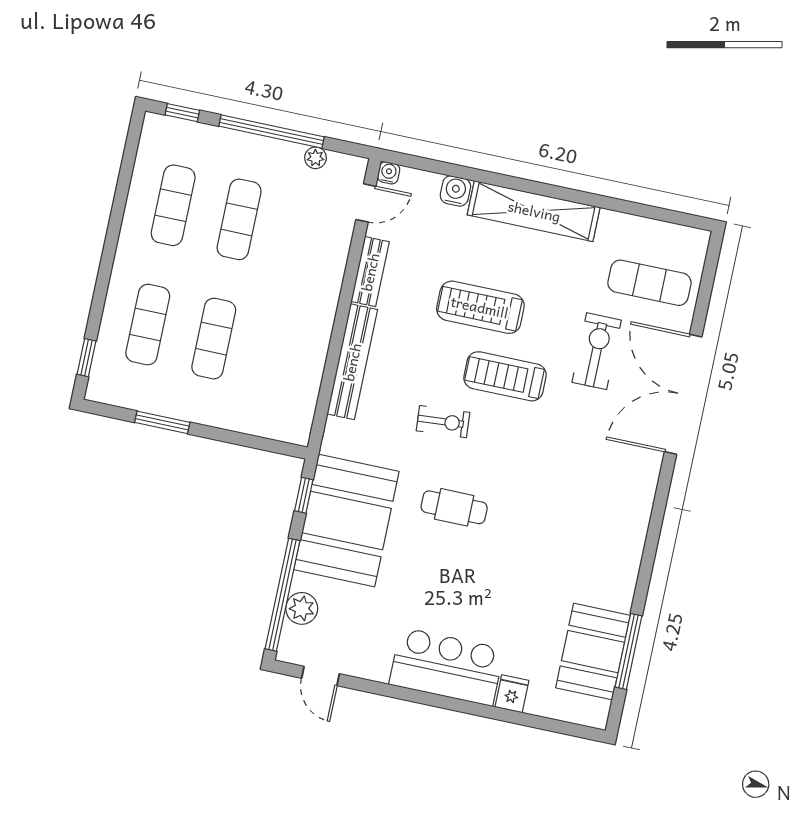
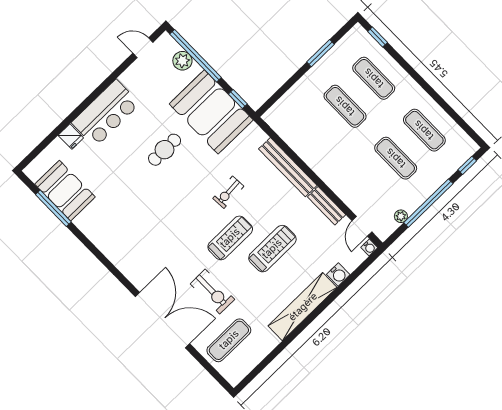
cafe table: (454, 507) -> (165, 150), moved

